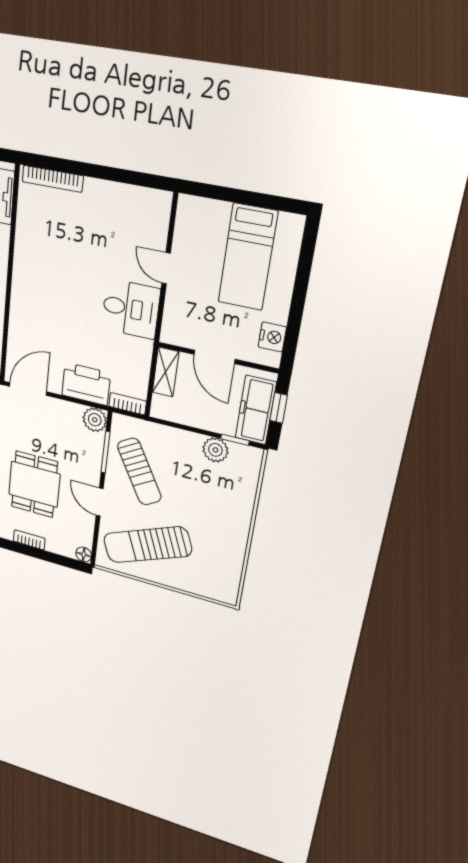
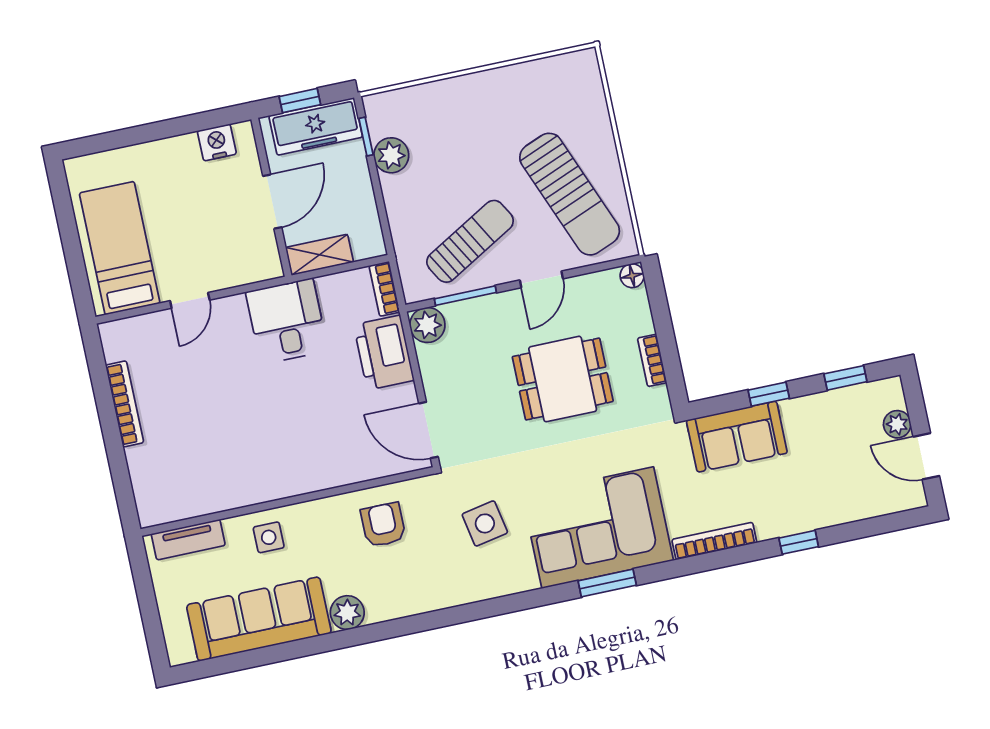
bookcase: (53, 179) -> (125, 404), moved
bed: (248, 257) -> (120, 248), moved, turned -90
desk: (131, 309) -> (287, 321), moved

